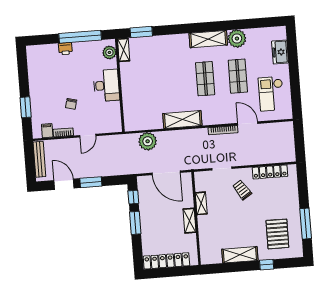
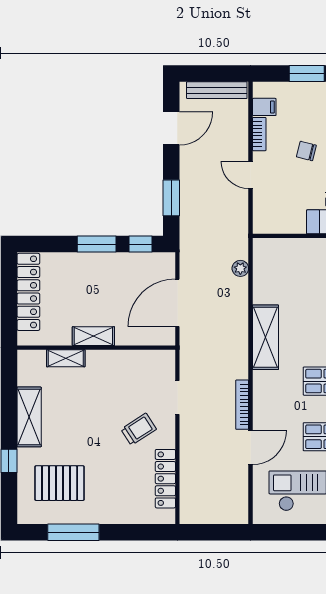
plant: (148, 141) -> (240, 268), width x0.53, depth x0.53
window: (91, 182) -> (171, 198), moved
shelving: (201, 203) -> (66, 358), moved

